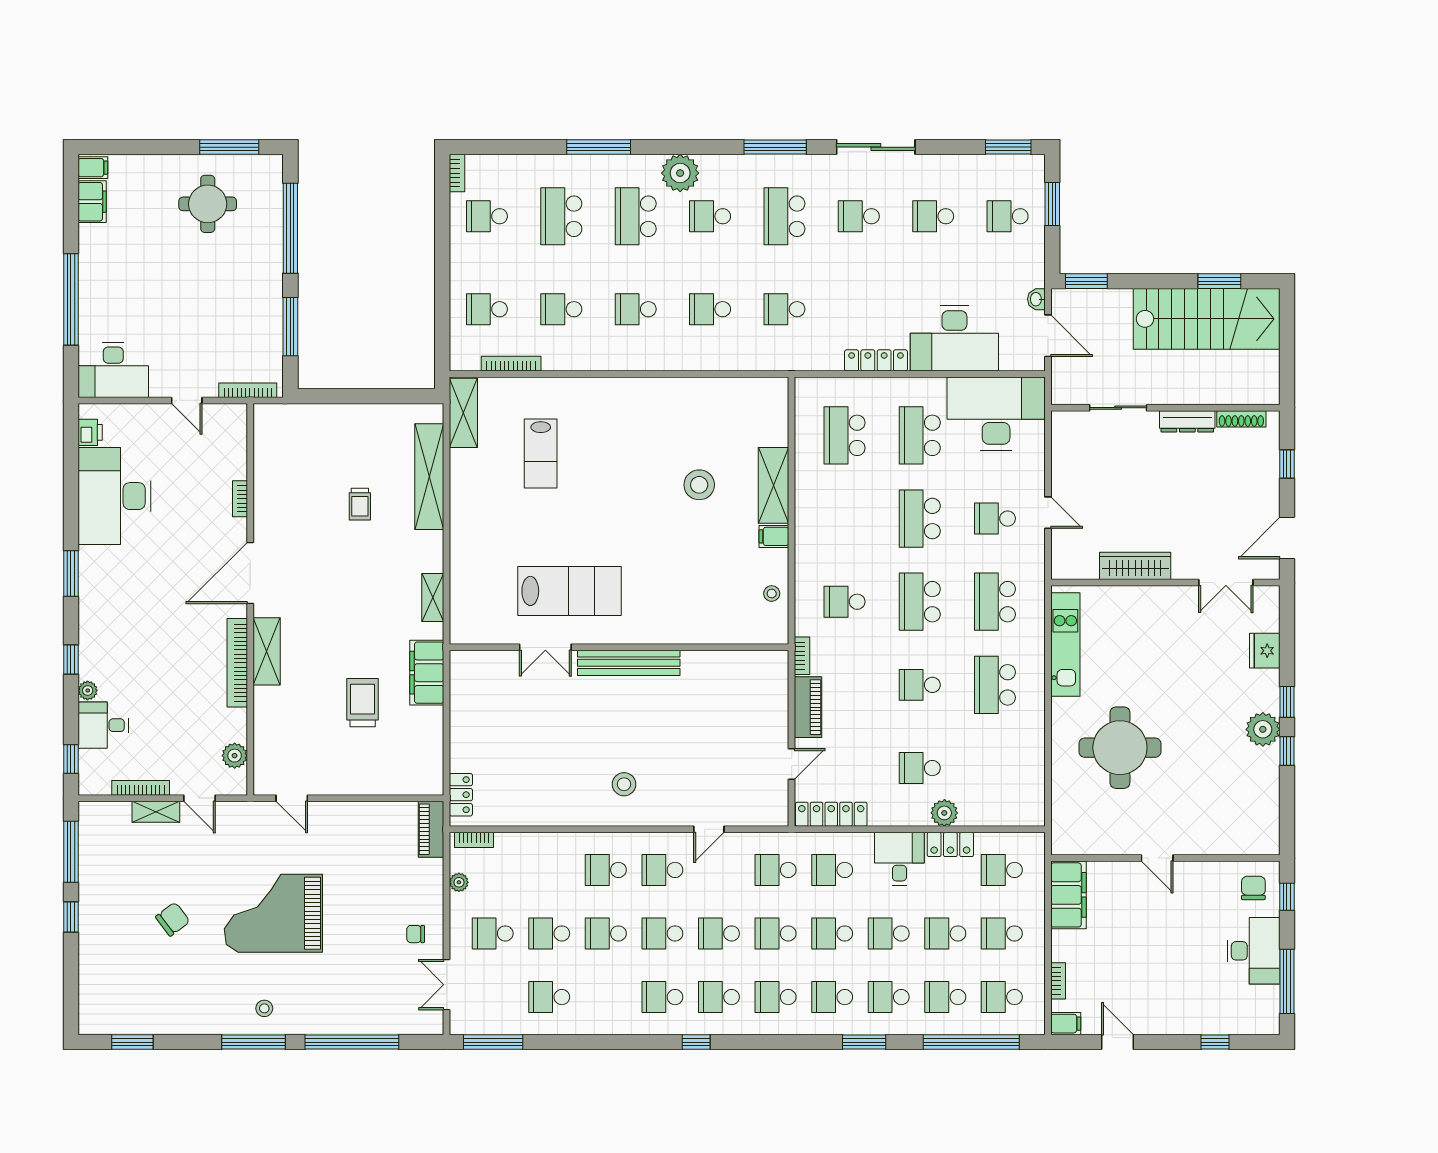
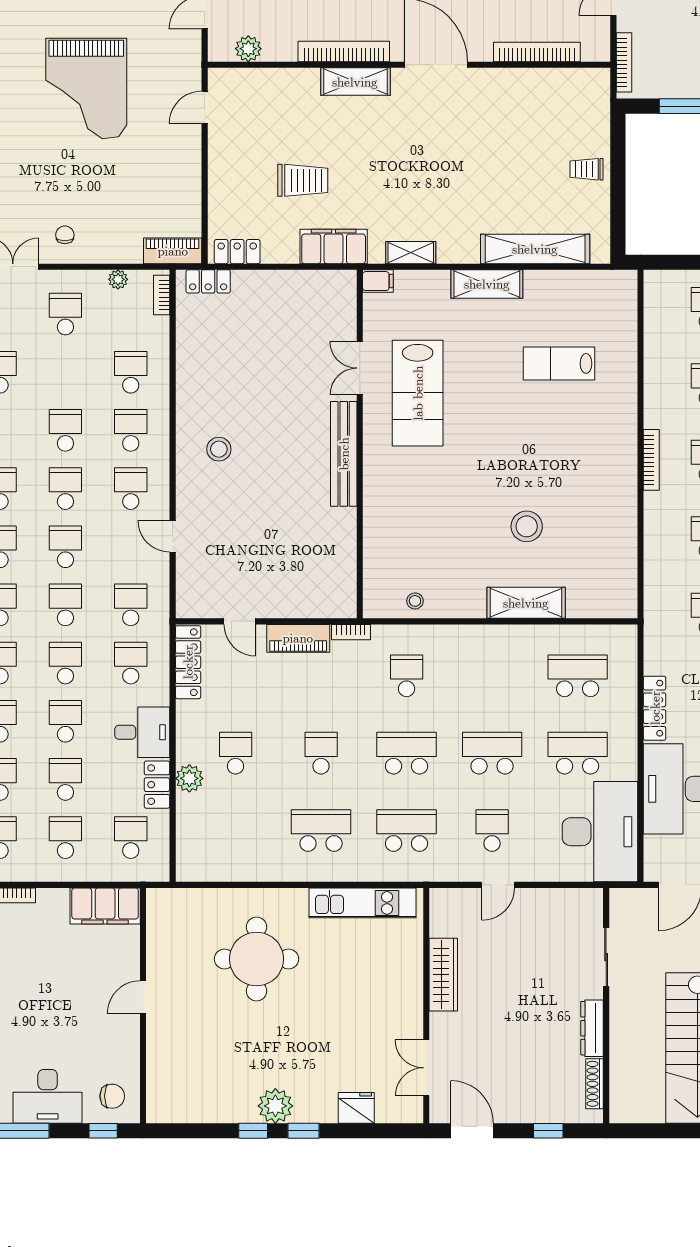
bookcase: (511, 364) -> (651, 460), moved
shelving: (463, 413) -> (487, 284), moved
bookcase: (240, 499) -> (537, 52), width x2.31, depth x1.31
trolley: (360, 504) -> (586, 169), moved
filing cabinet: (774, 536) -> (378, 281), moved, turned 90
locker: (432, 766) -> (237, 252), added
grand piano: (273, 913) -> (86, 89), turned 180
school desk: (549, 933) -> (131, 372), moved

